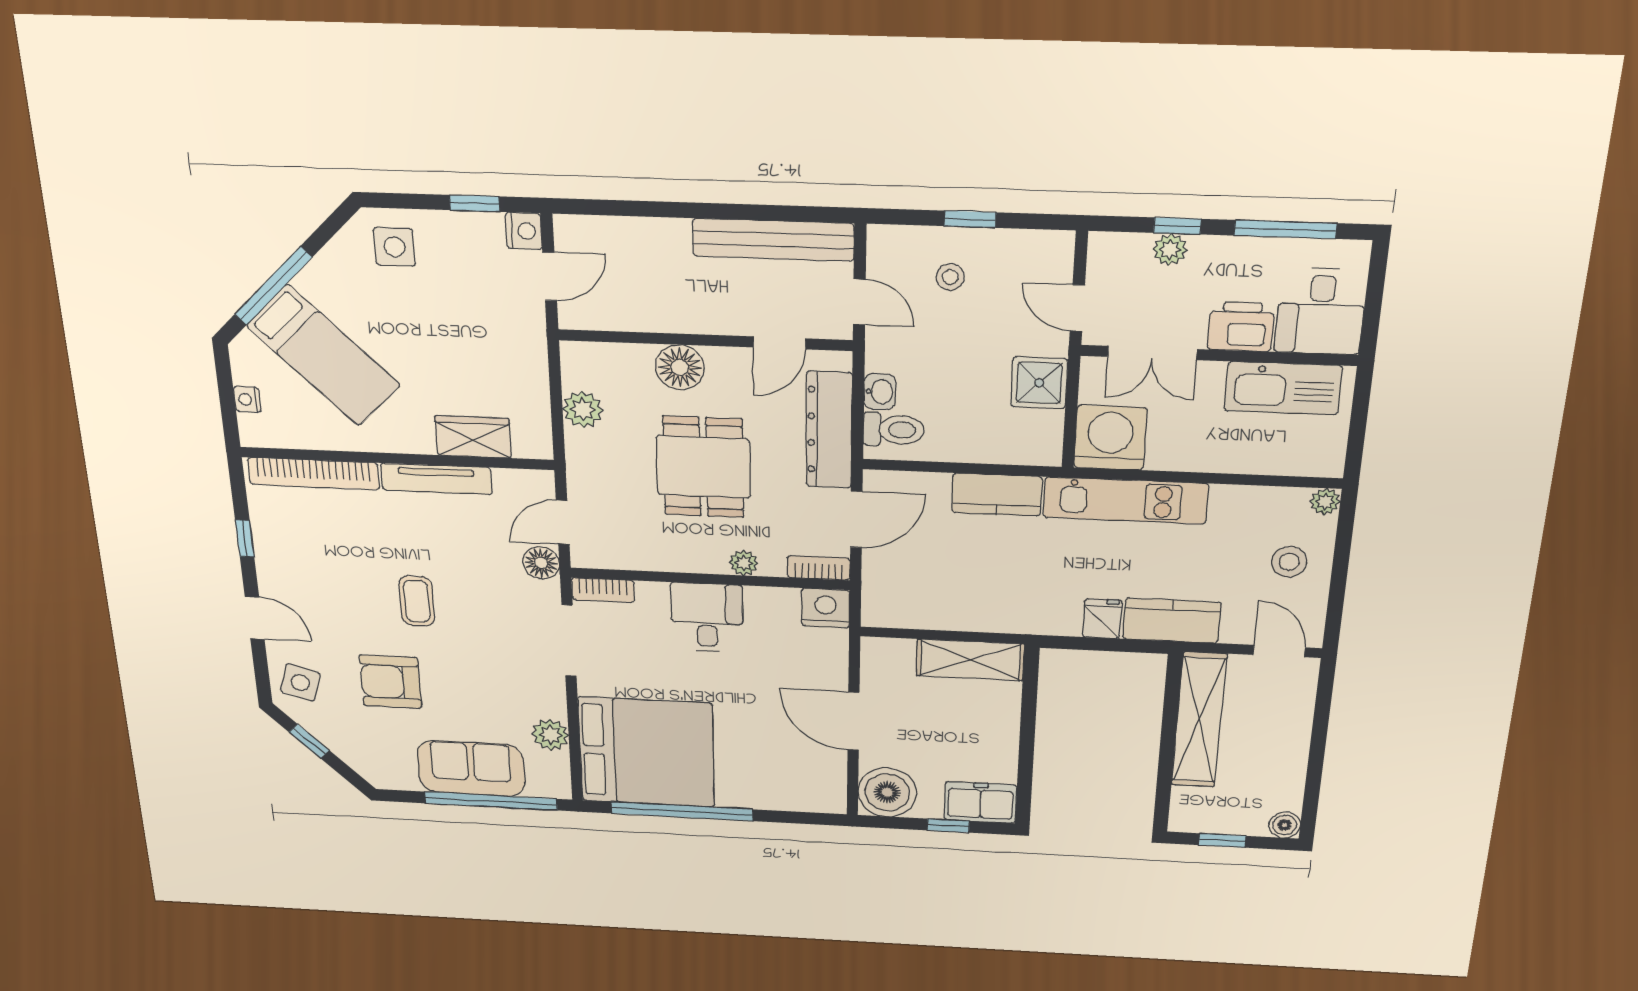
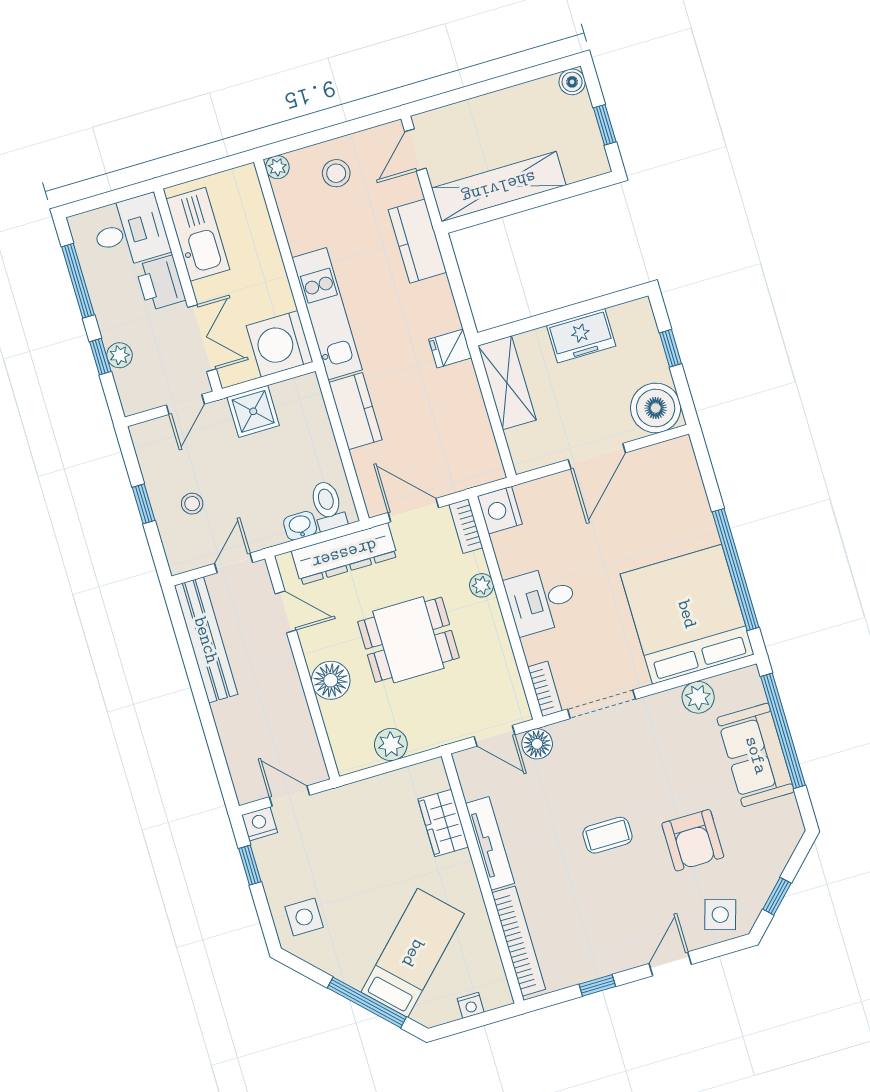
fridge: (1102, 619) -> (450, 349), moved
freezer: (980, 802) -> (581, 336), moved, turned -90

